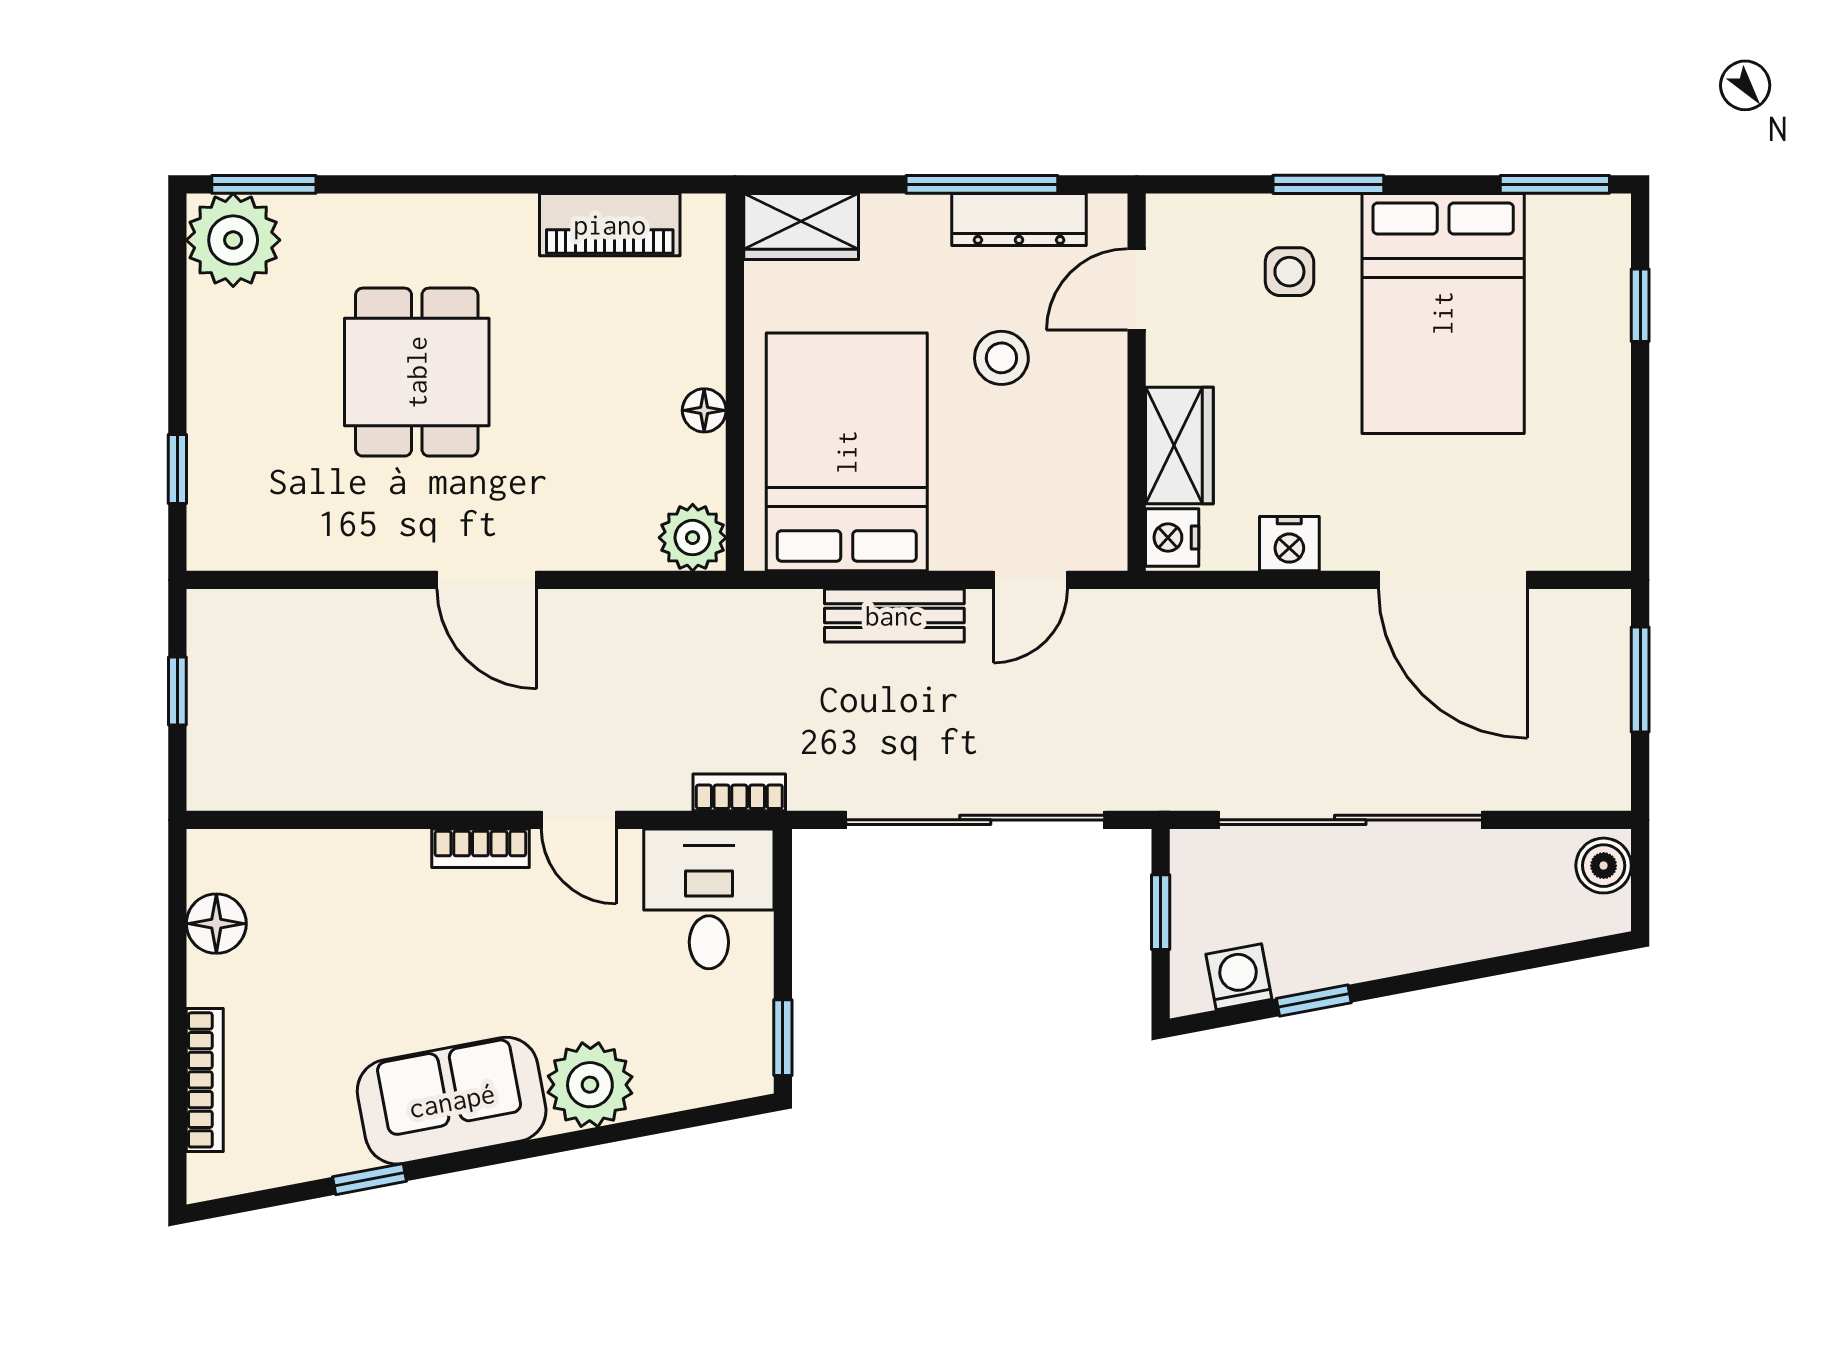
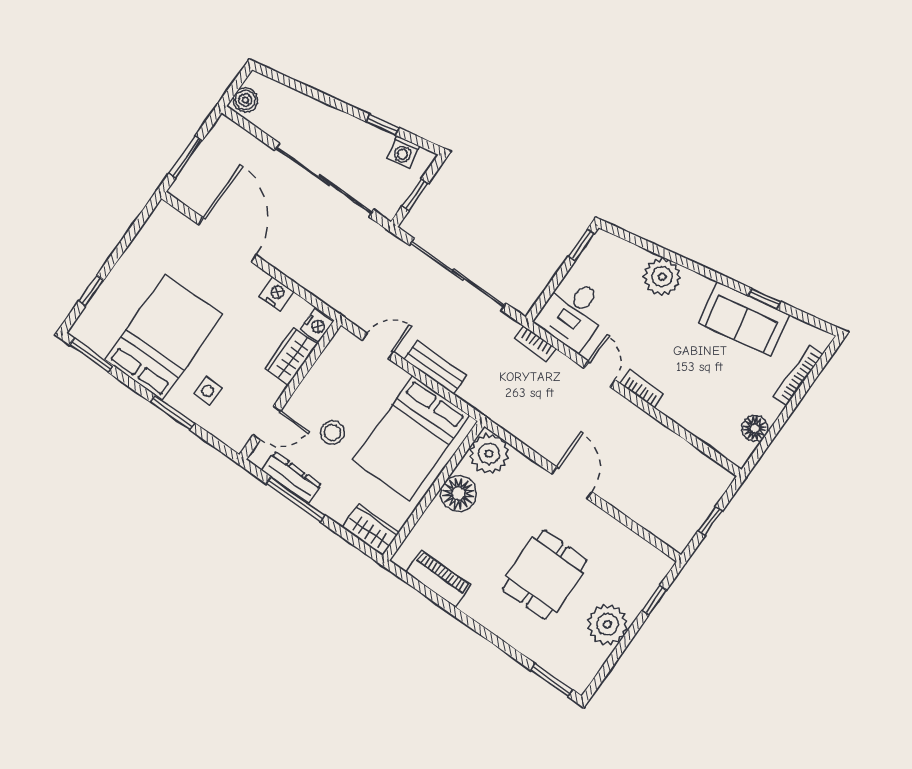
plant: (233, 240) -> (607, 624), moved
floor lamp: (704, 410) -> (458, 493), width x1.89, depth x1.89
plant: (693, 538) -> (489, 454), width x1.36, depth x1.36
sofa: (452, 1101) -> (744, 319), moved

